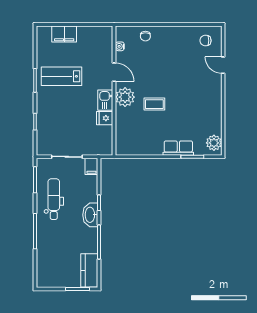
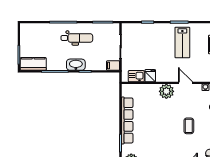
door: (114, 72) -> (186, 83), swing flipped
lab bench: (61, 76) -> (182, 42), turned 180
kitchen sink: (105, 100) -> (136, 76), moved
coffee table: (154, 104) -> (189, 126), moved
row of seats: (178, 148) -> (127, 120), width x2.02
dental chair: (54, 199) -> (77, 38), moved

